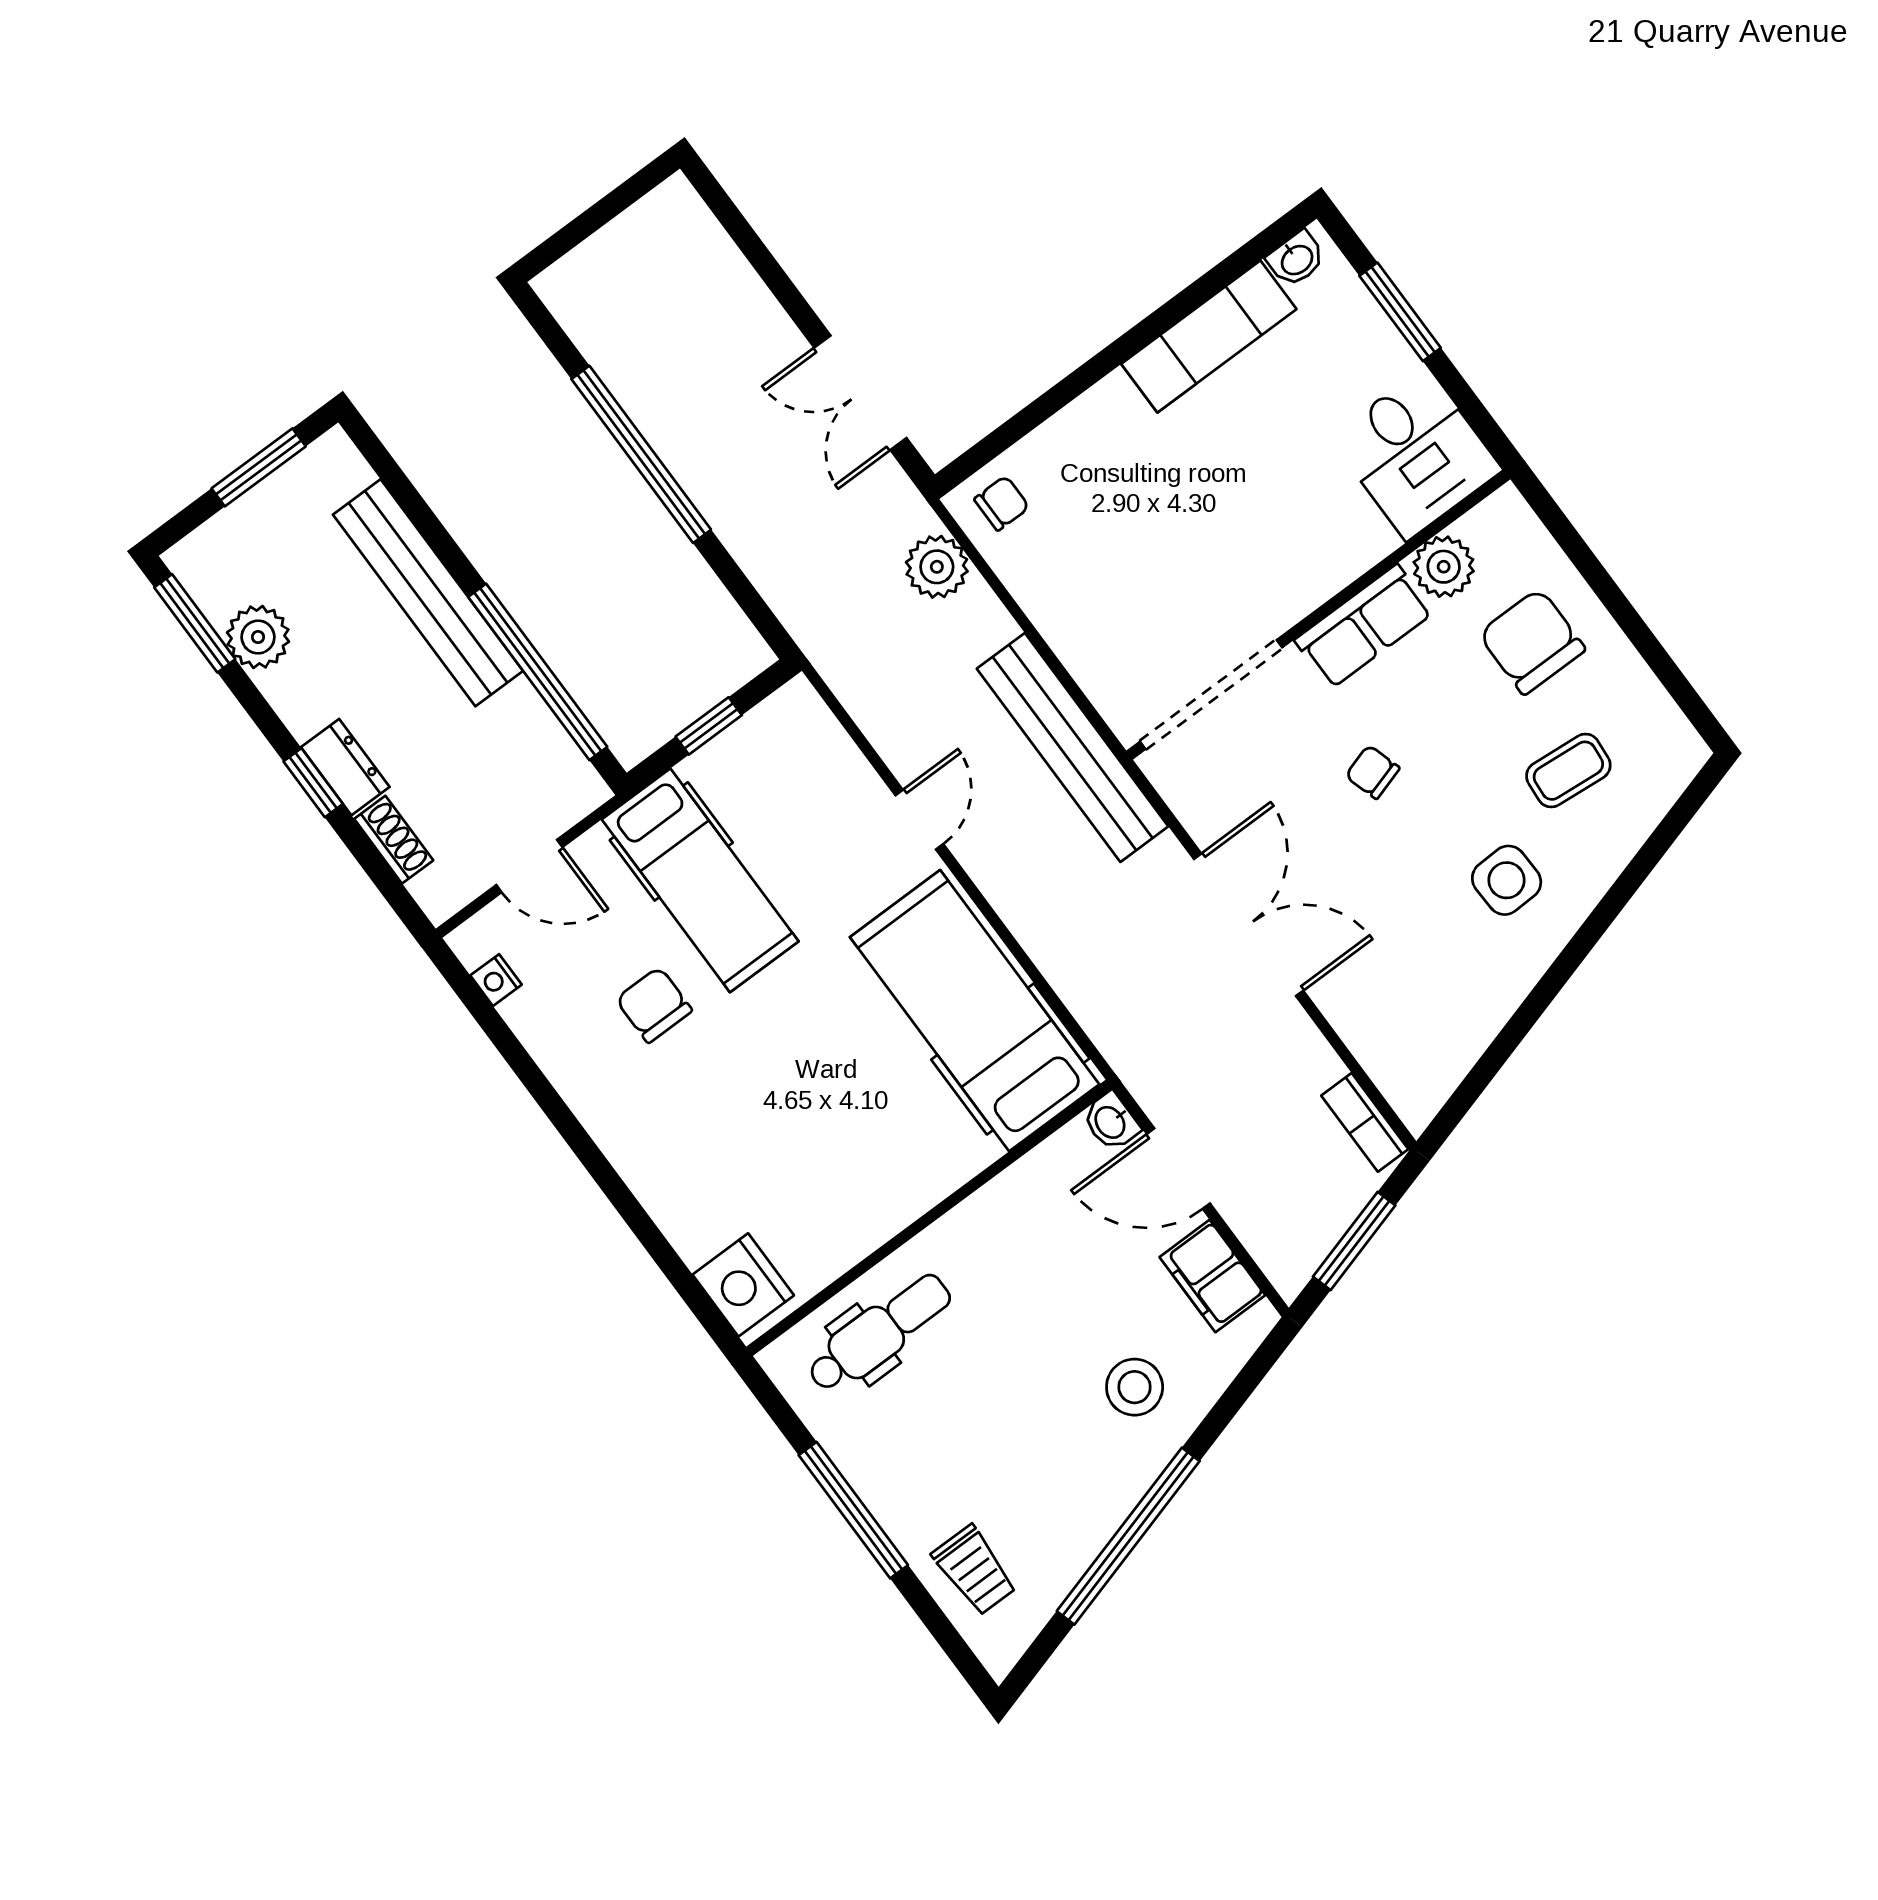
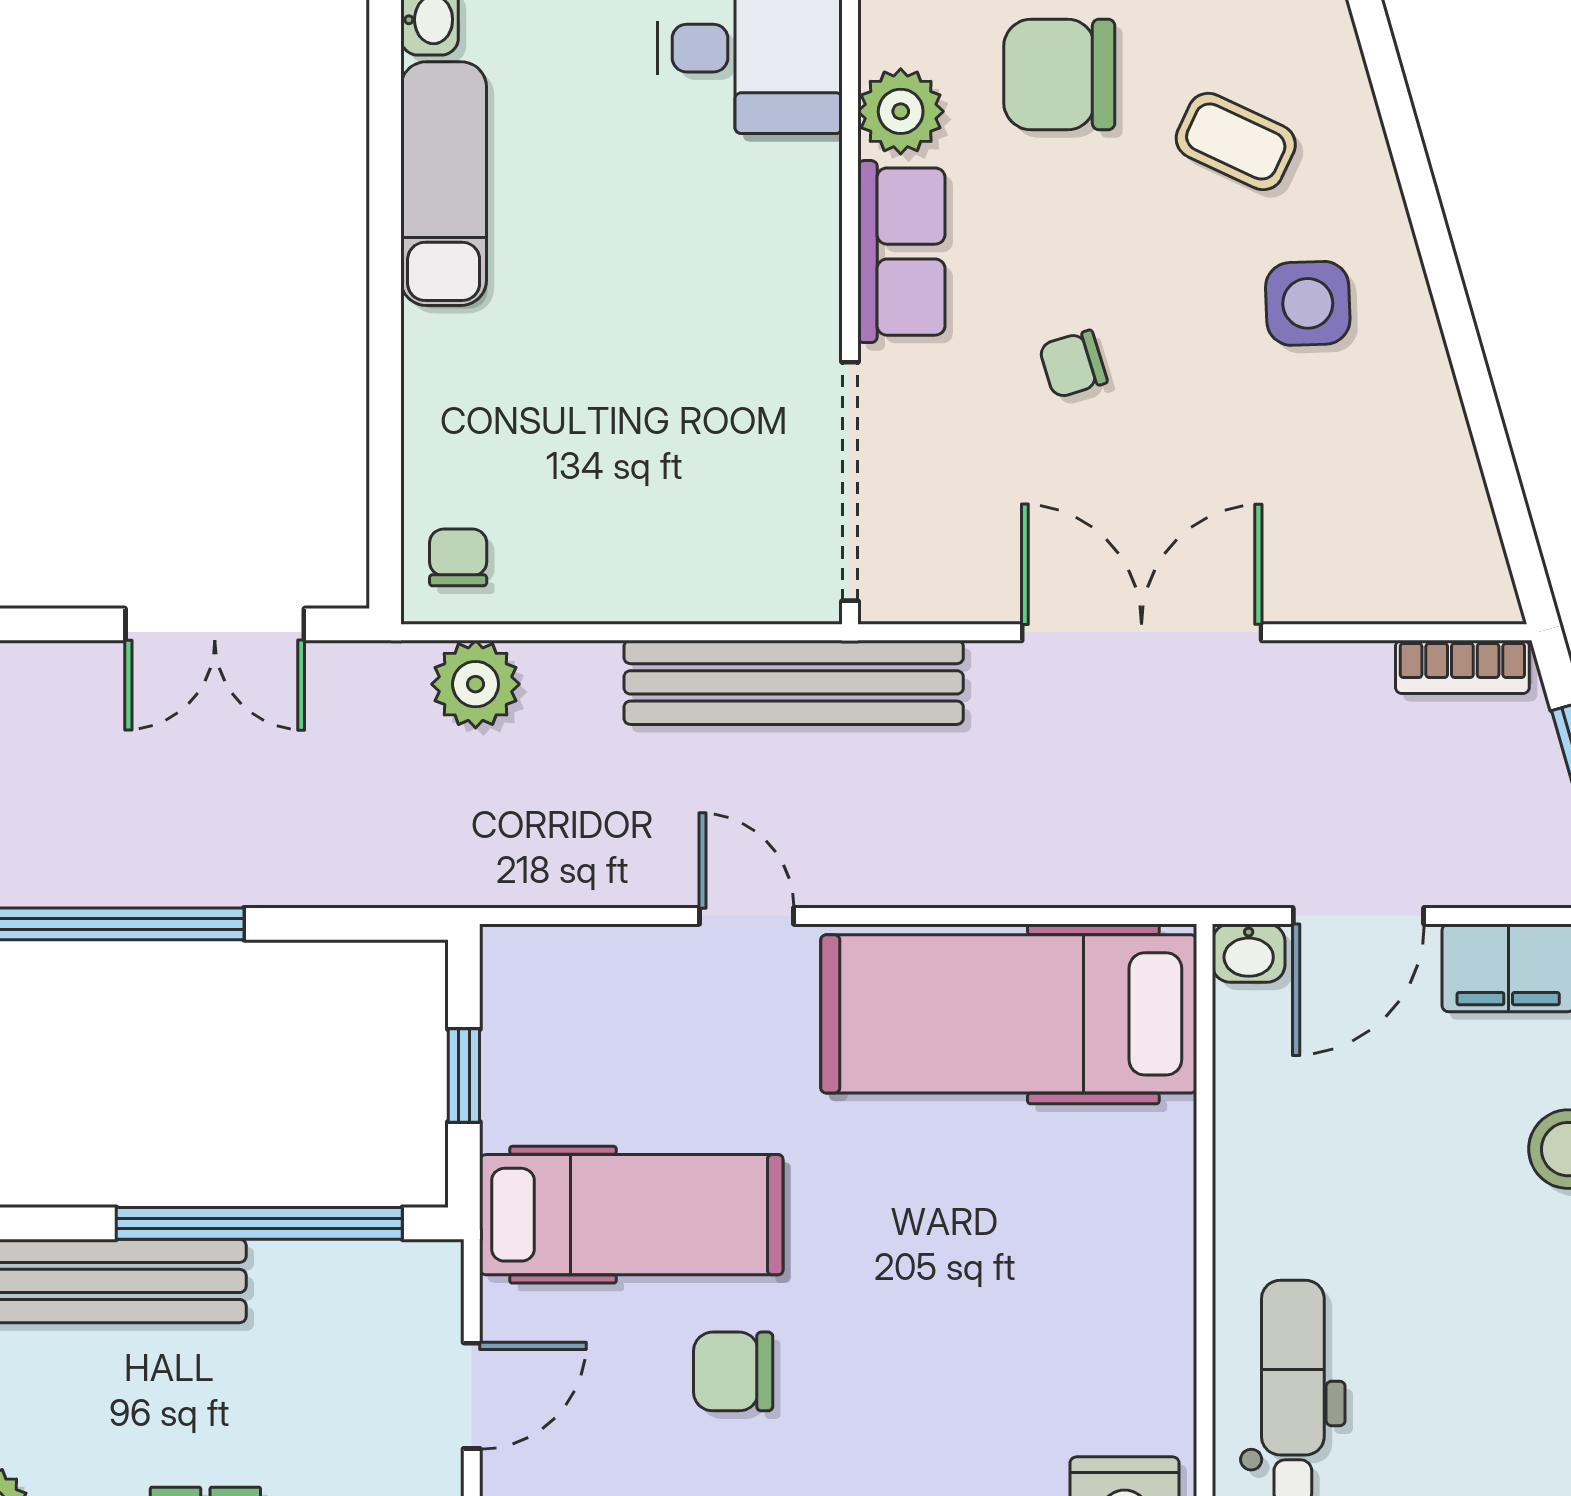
coffee table: (1568, 771) -> (1236, 141), turned -70

